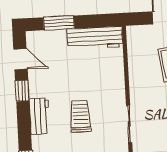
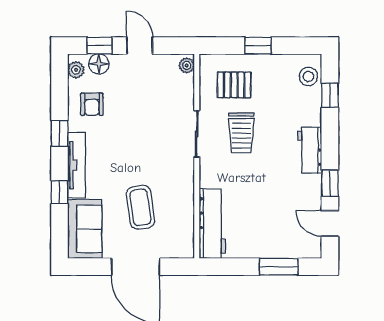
workbench: (95, 38) -> (212, 224), moved, turned 90
trolley: (80, 116) -> (241, 133), moved

